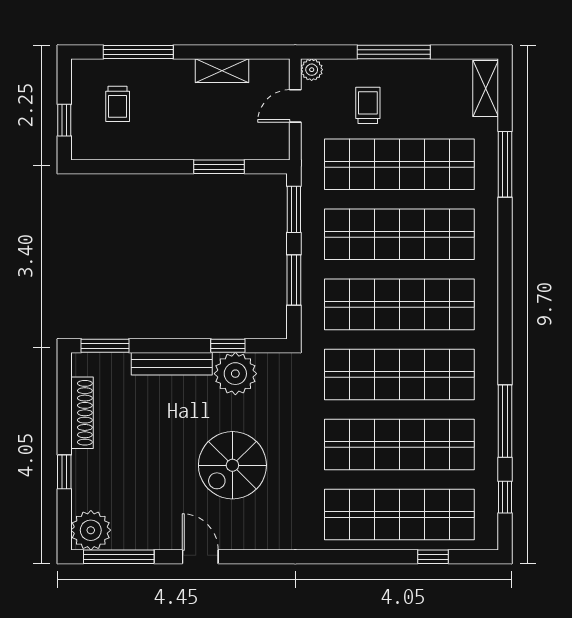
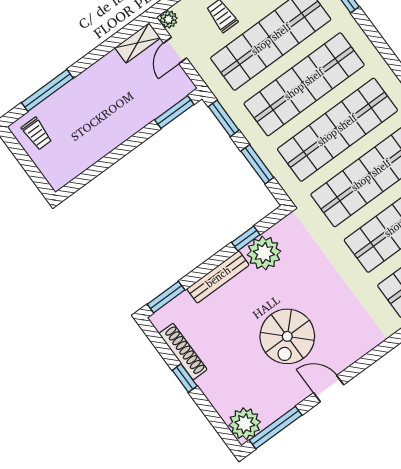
shelving: (222, 71) -> (138, 43), moved
trolley: (118, 104) -> (37, 134), moved
window: (64, 120) -> (32, 170), removed
window: (219, 167) -> (174, 112), moved
spiral stairs: (232, 465) -> (287, 336), moved
window: (64, 472) -> (185, 378), moved

